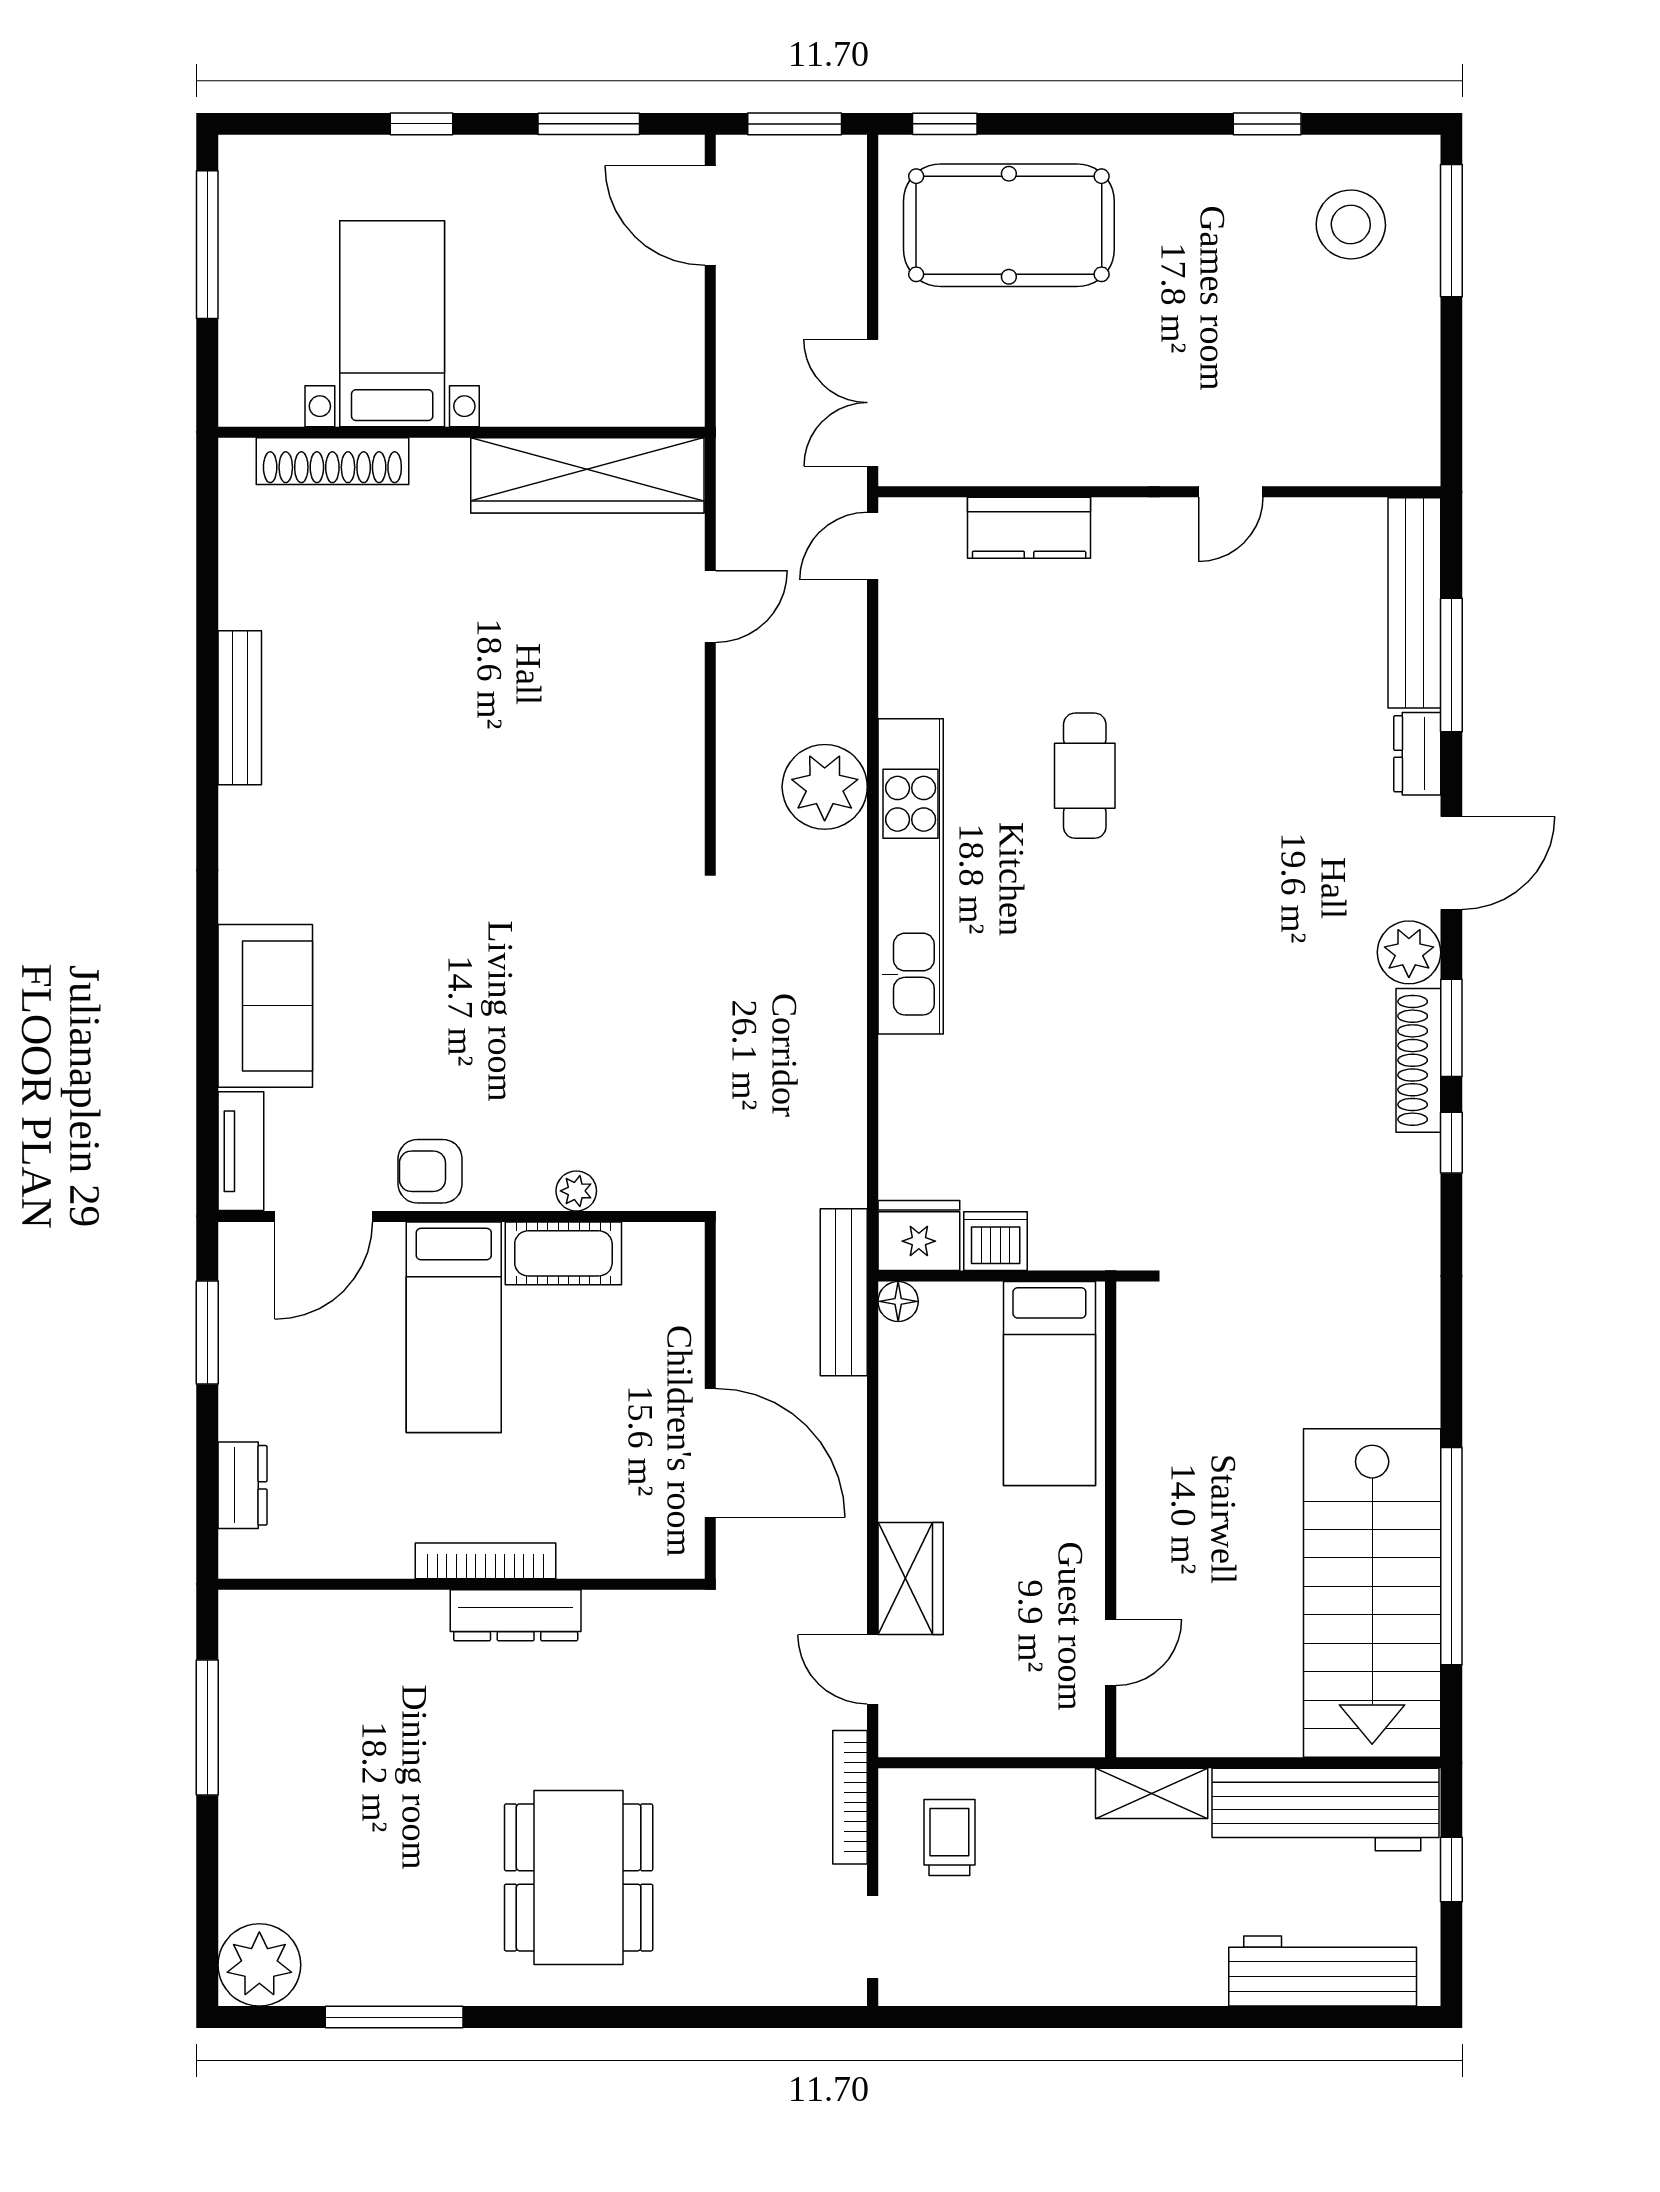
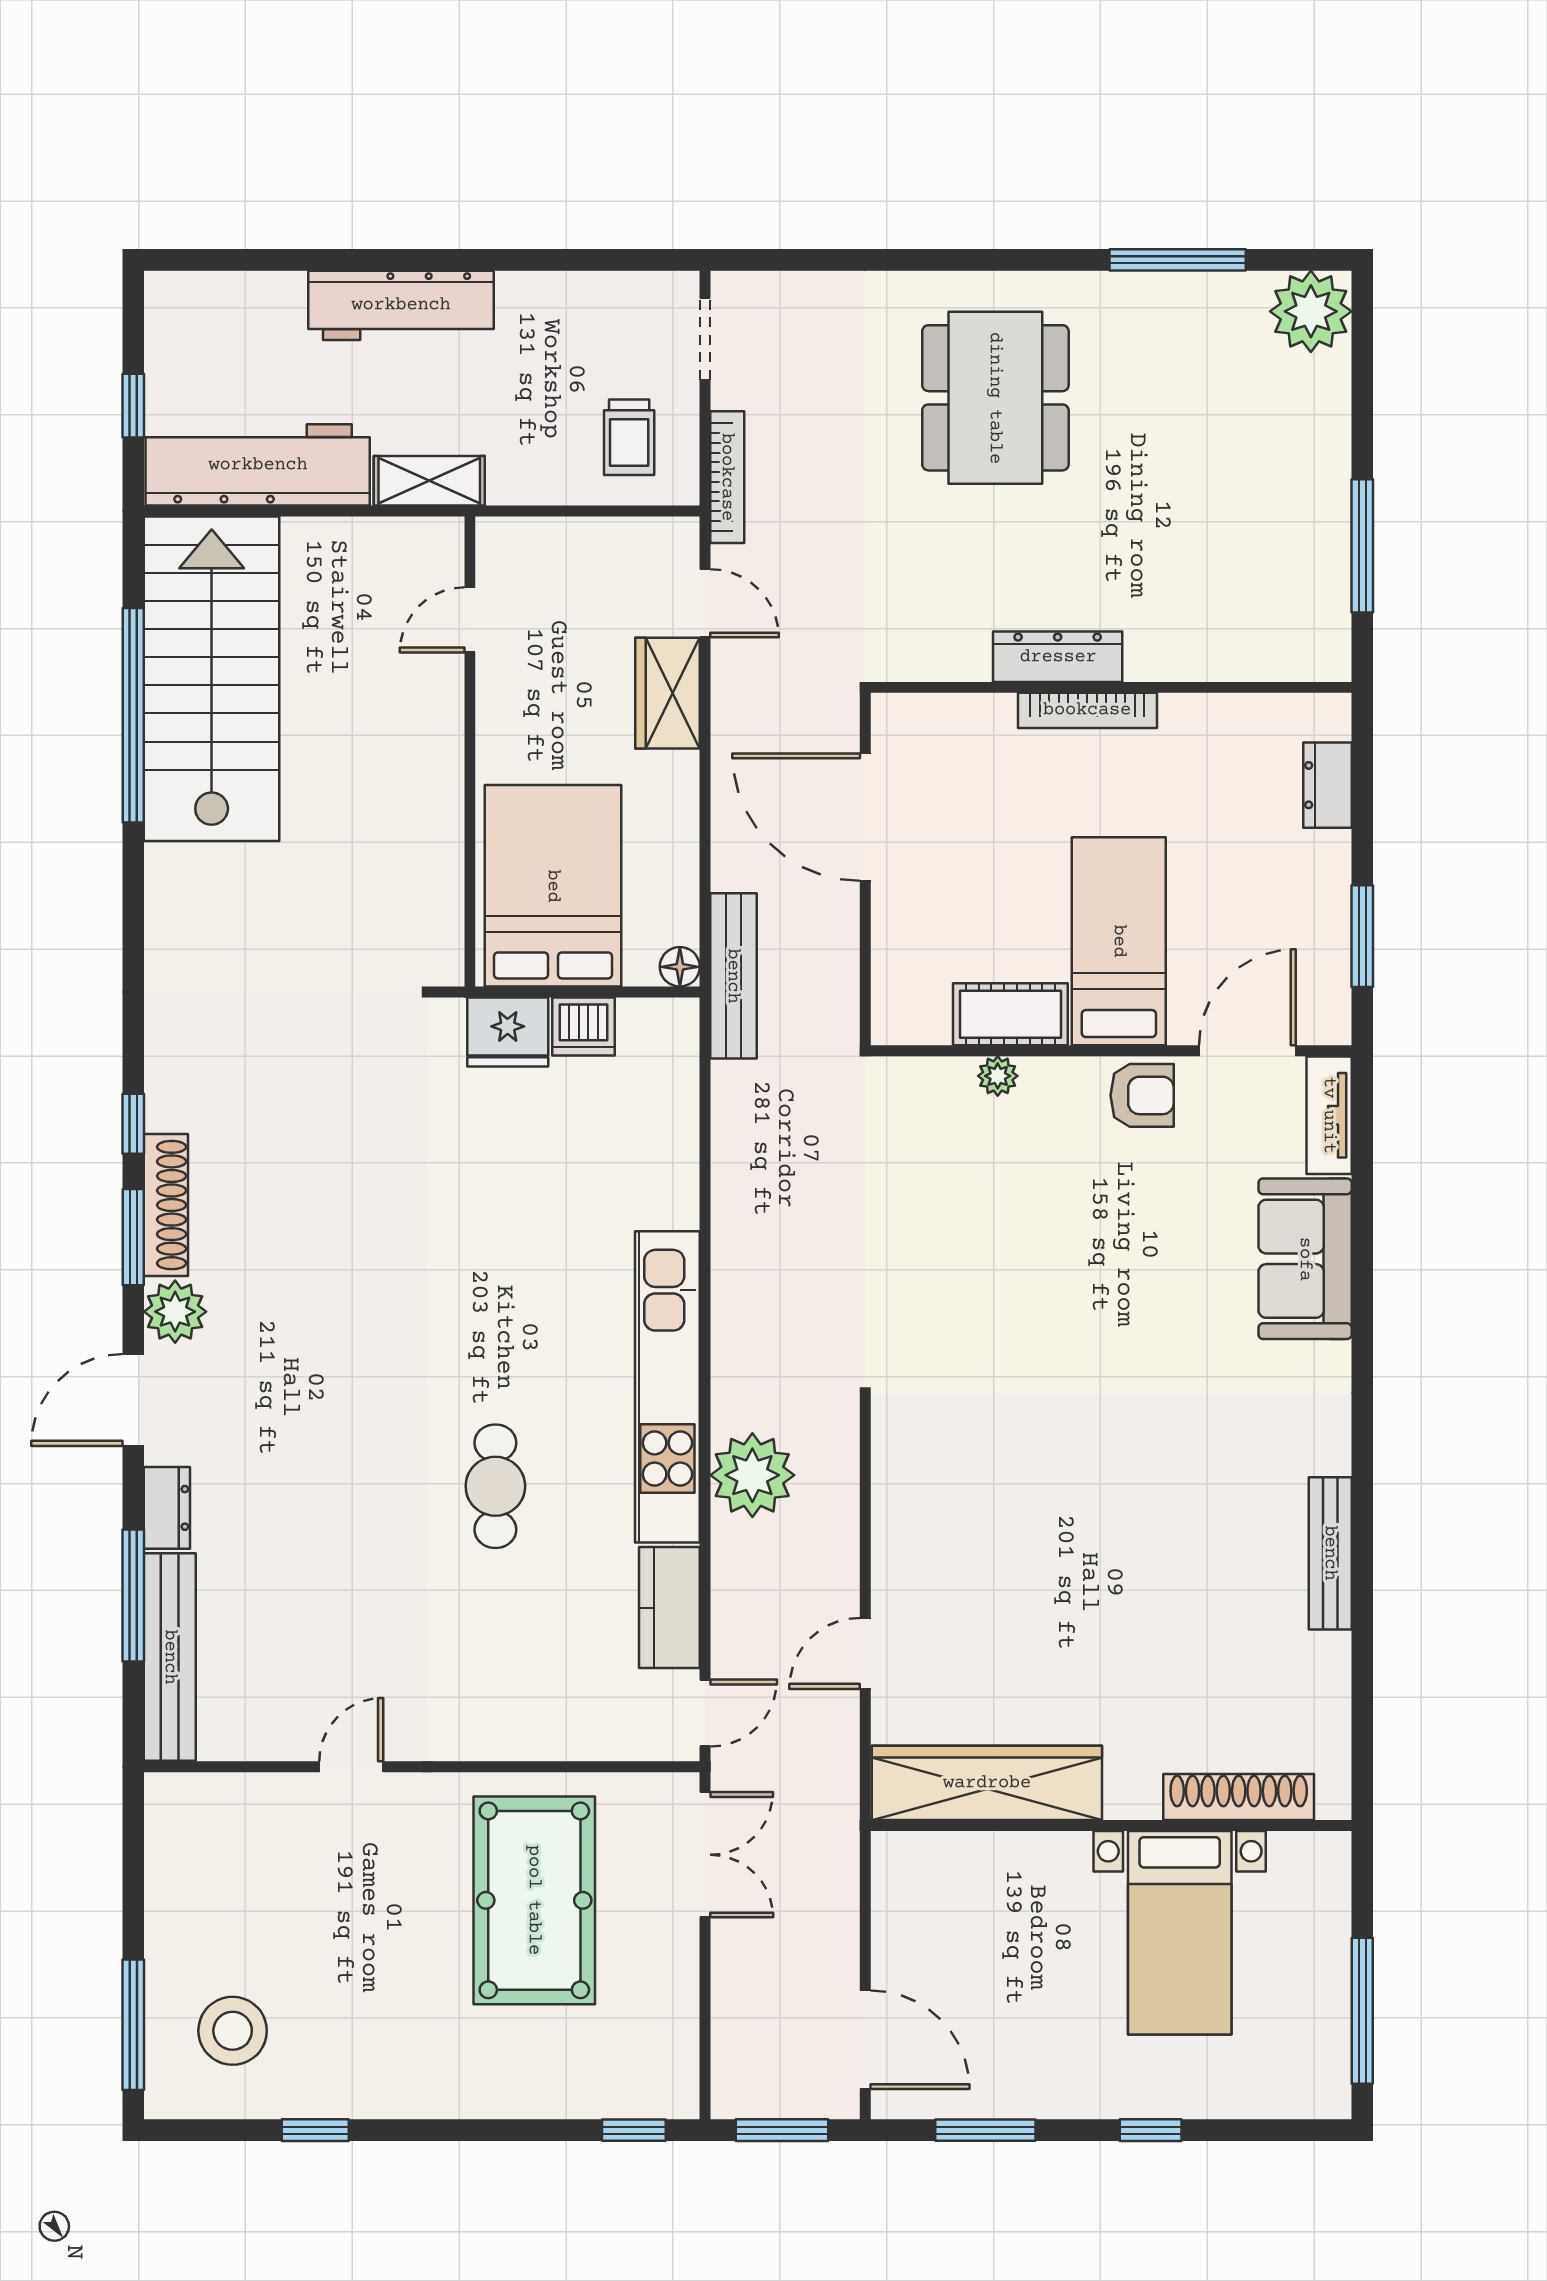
pool table: (1009, 225) -> (534, 1900), moved, turned 90
kitchen counter: (1029, 528) -> (669, 1608), moved, turned -90
fridge: (919, 1235) -> (508, 1032), moved
bed: (1049, 1383) -> (553, 886), width x1.50
workbench: (1323, 1971) -> (401, 305), moved

